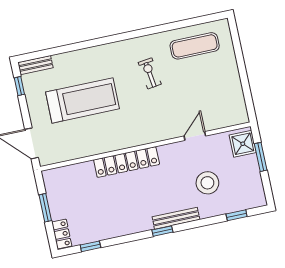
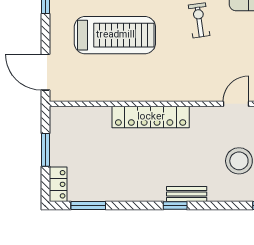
bench: (176, 218) -> (187, 194), width x0.73
window: (90, 246) -> (88, 206), width x1.50

